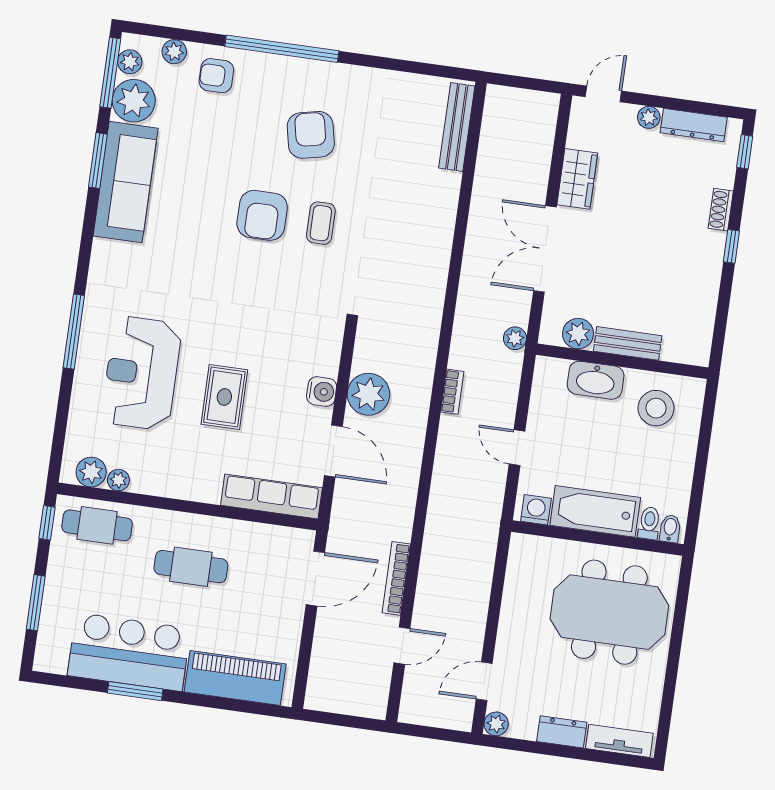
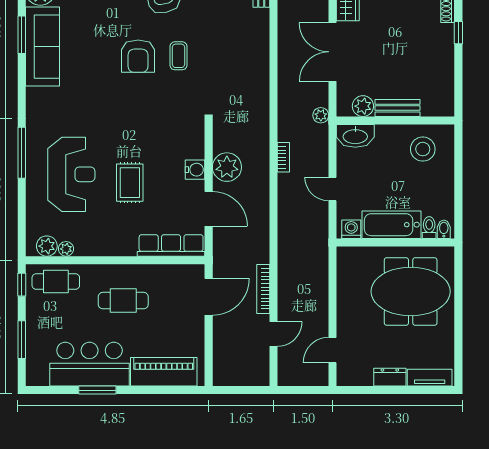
reception desk: (141, 373) -> (71, 174), turned 180
washbasin: (596, 380) -> (355, 136), moved
plant: (496, 724) -> (345, 378), removed

